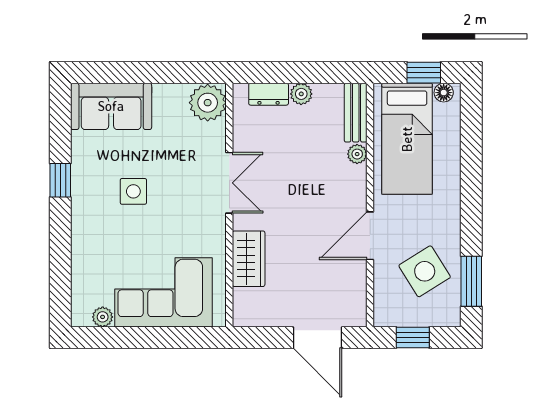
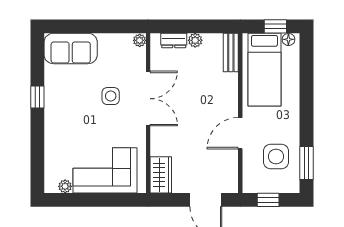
plant: (208, 103) -> (140, 40), width x0.53, depth x0.53
plant: (357, 154) -> (232, 80), removed
double door: (229, 183) -> (148, 99), width x1.37
side table: (133, 191) -> (111, 96), moved
wardrobe: (249, 259) -> (161, 175), moved
side table: (425, 271) -> (276, 157), turned 32

